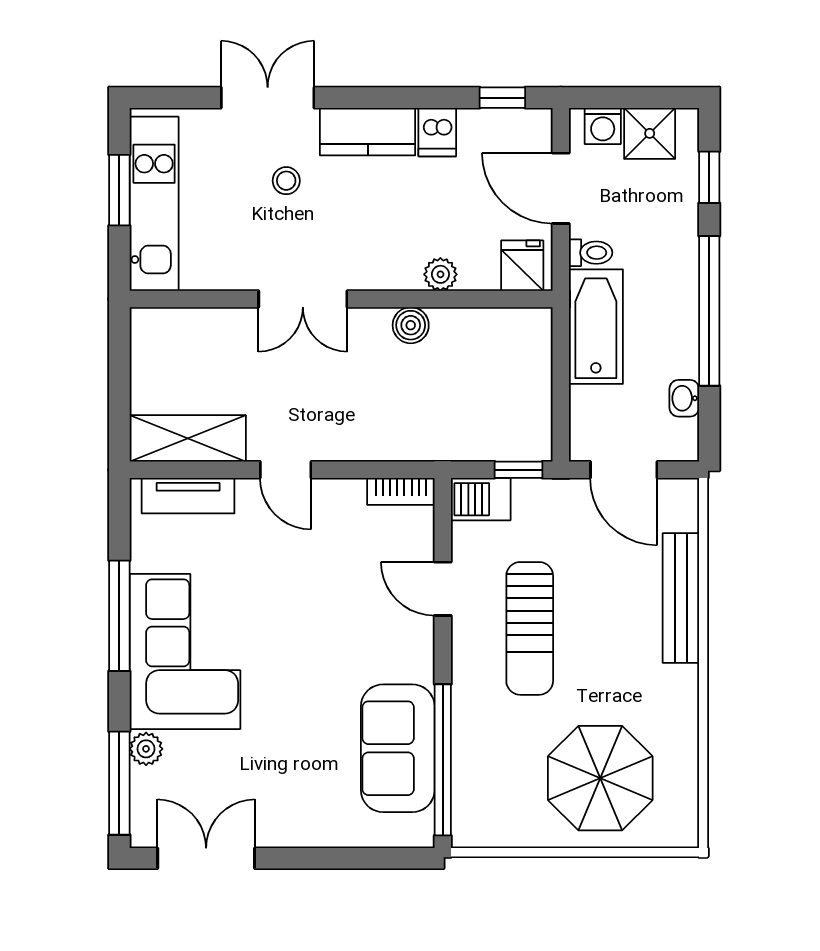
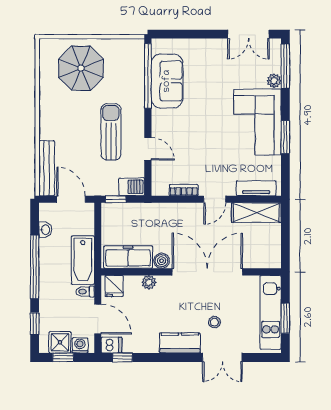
window: (642, 98) -> (63, 357), added
dishwasher: (437, 132) -> (112, 345), moved, turned 90
double door: (303, 299) -> (207, 272), width x1.87
freezer: (489, 334) -> (128, 257), added
door: (286, 470) -> (215, 199), swing flipped
bookcase: (401, 491) -> (184, 190), moved
bench: (681, 598) -> (47, 168), moved
window: (119, 616) -> (285, 137), width x0.69

